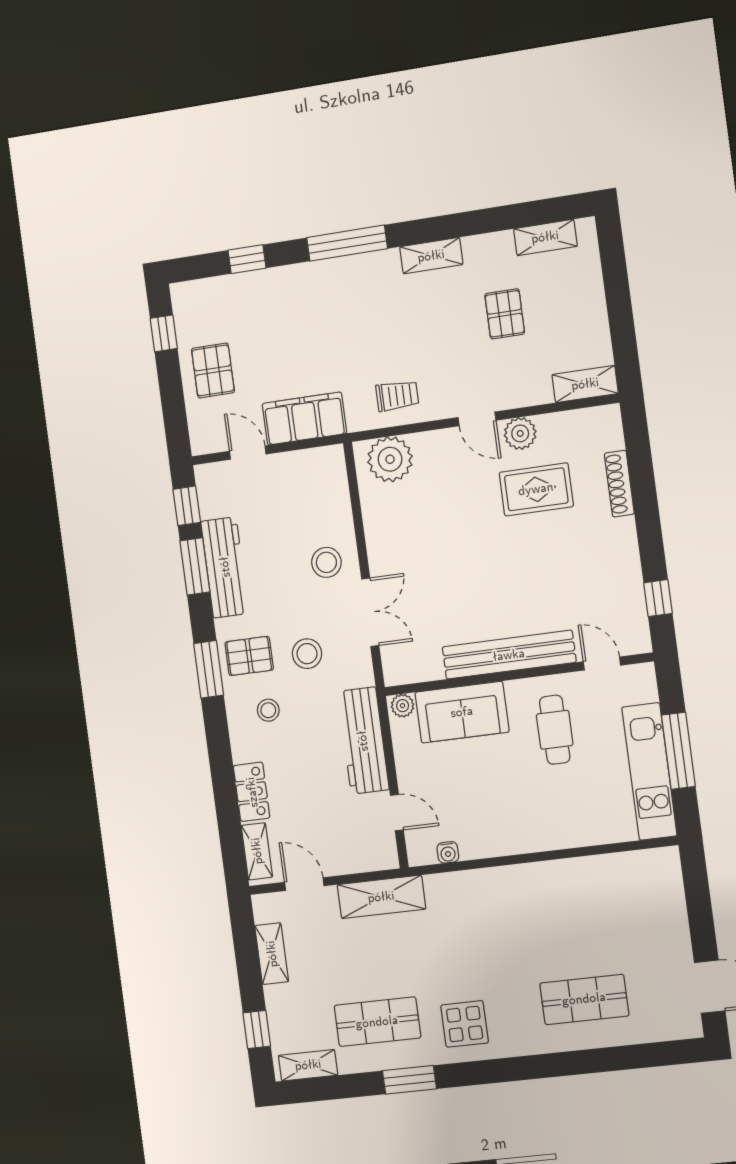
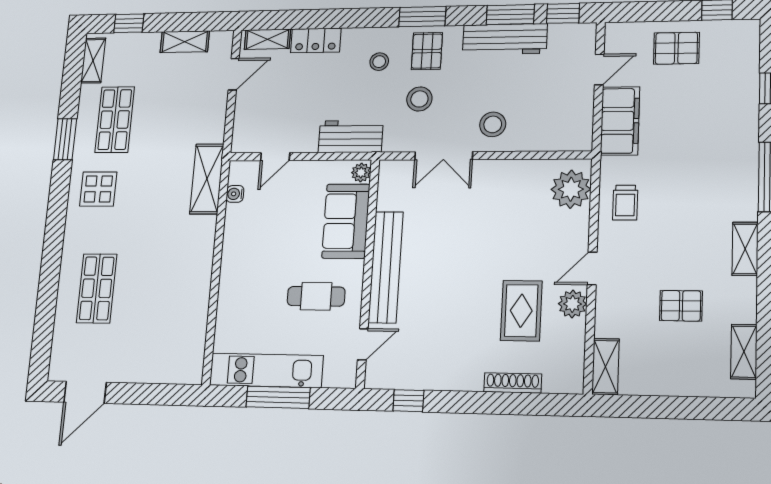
workbench: (363, 741) -> (351, 136), width x0.73
shelving: (381, 897) -> (207, 179), moved

